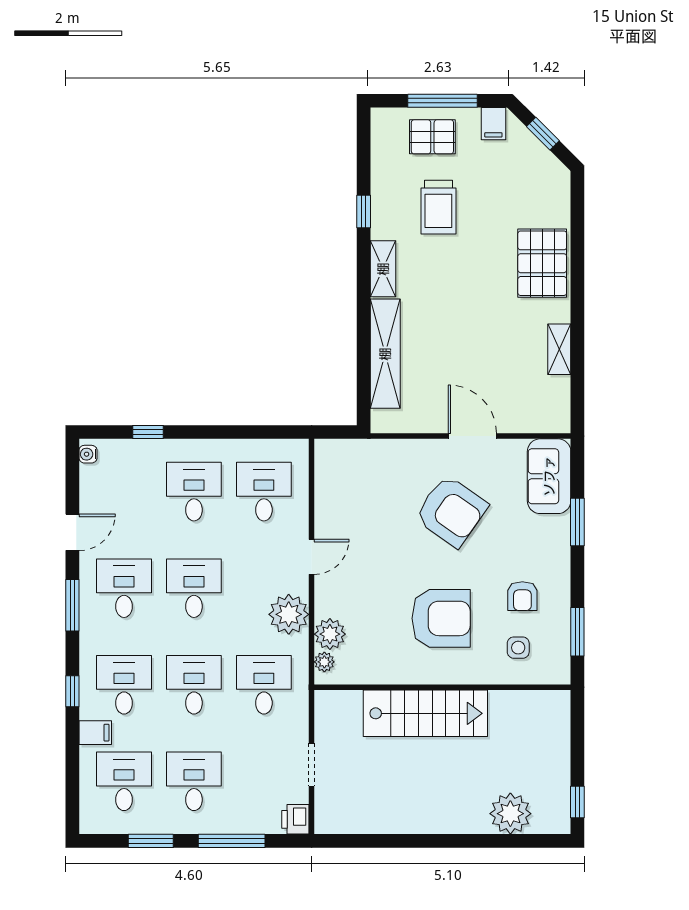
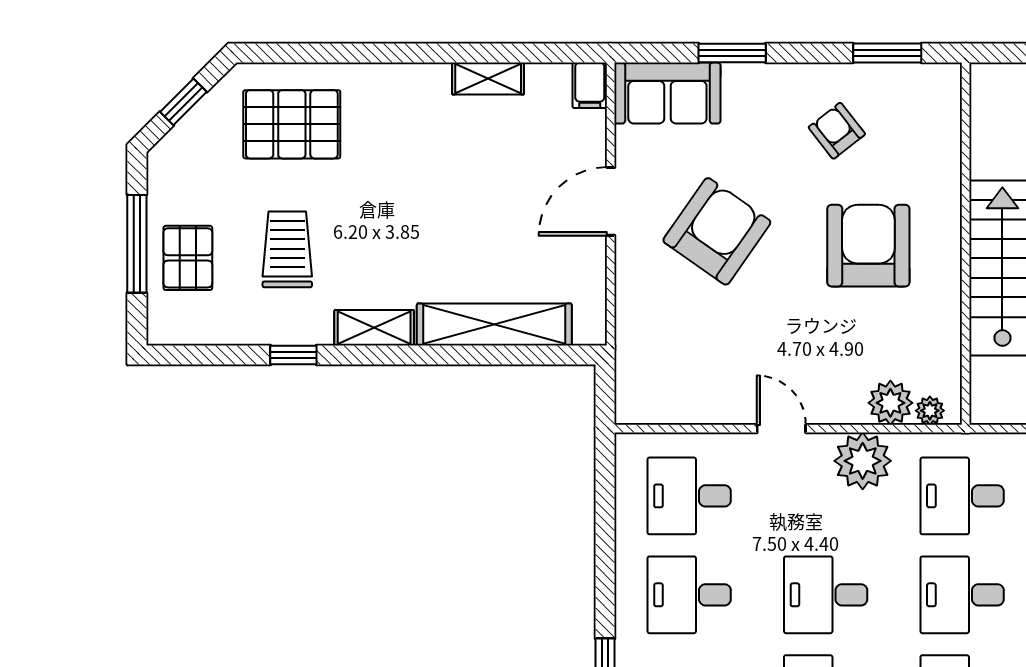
filing cabinet: (493, 124) -> (590, 85), moved, turned 90
trolley: (438, 207) -> (287, 249), turned -90
pallet: (542, 263) -> (292, 124), moved
armchair: (522, 596) -> (837, 131), turned -128
side table: (518, 648) -> (910, 137), removed

